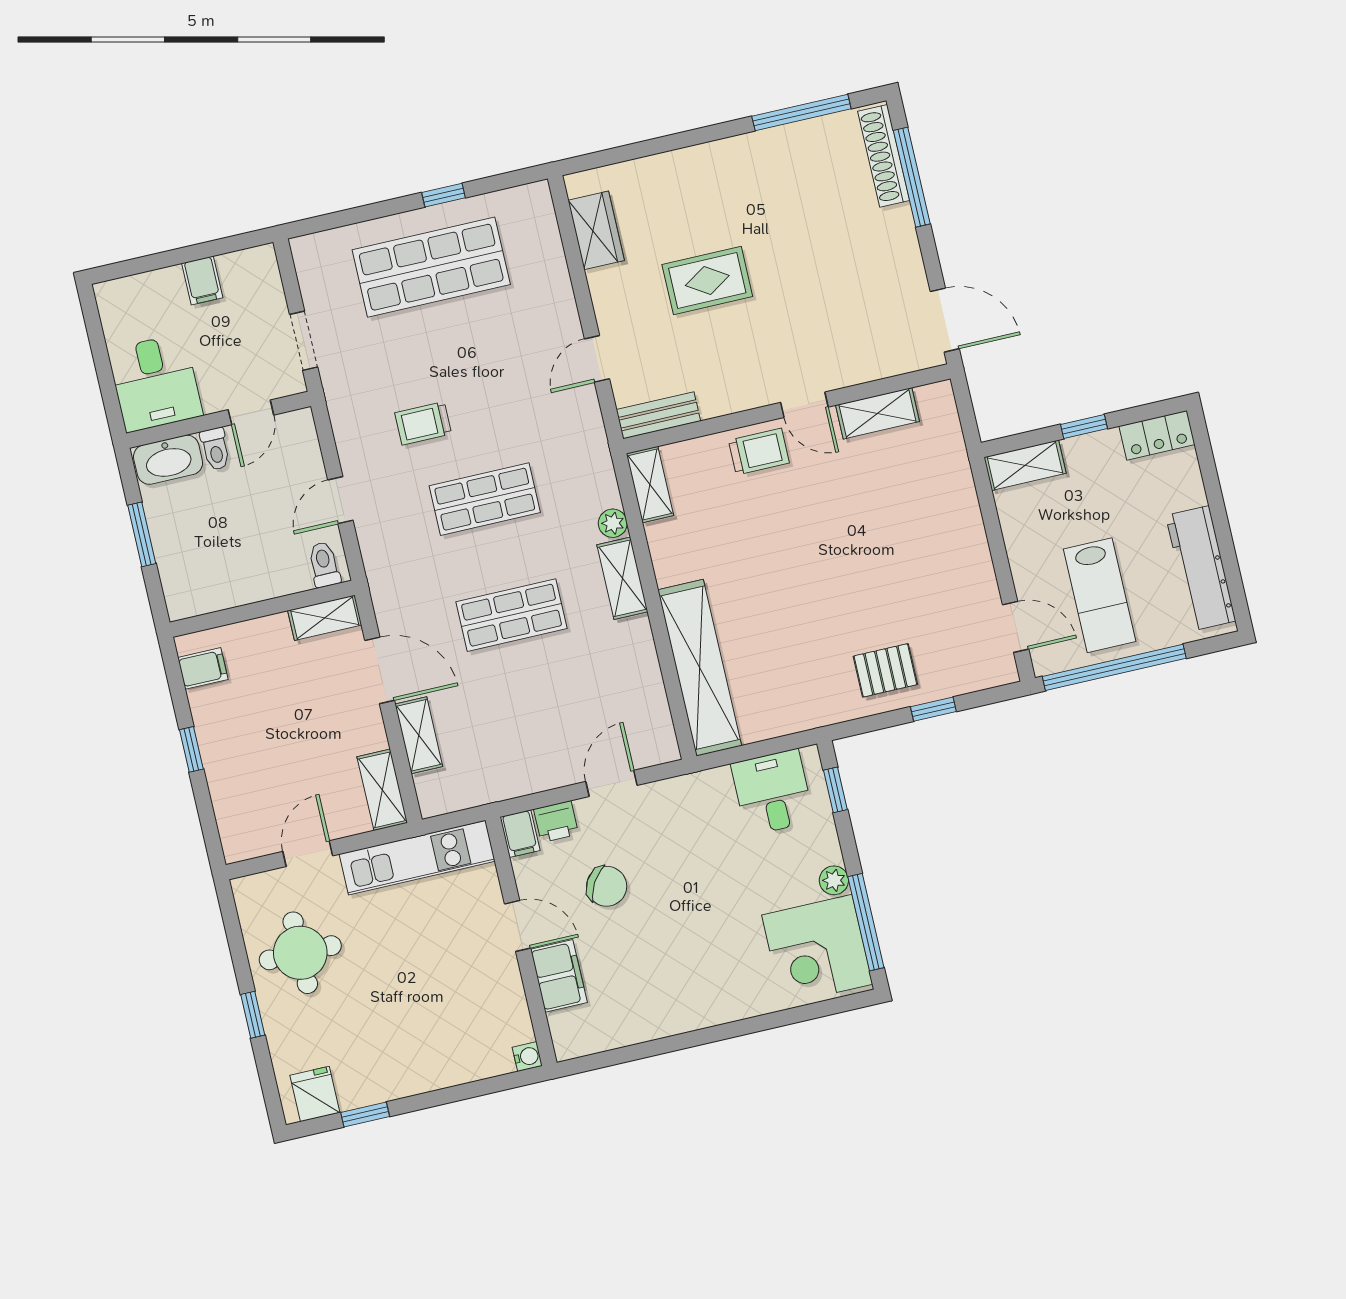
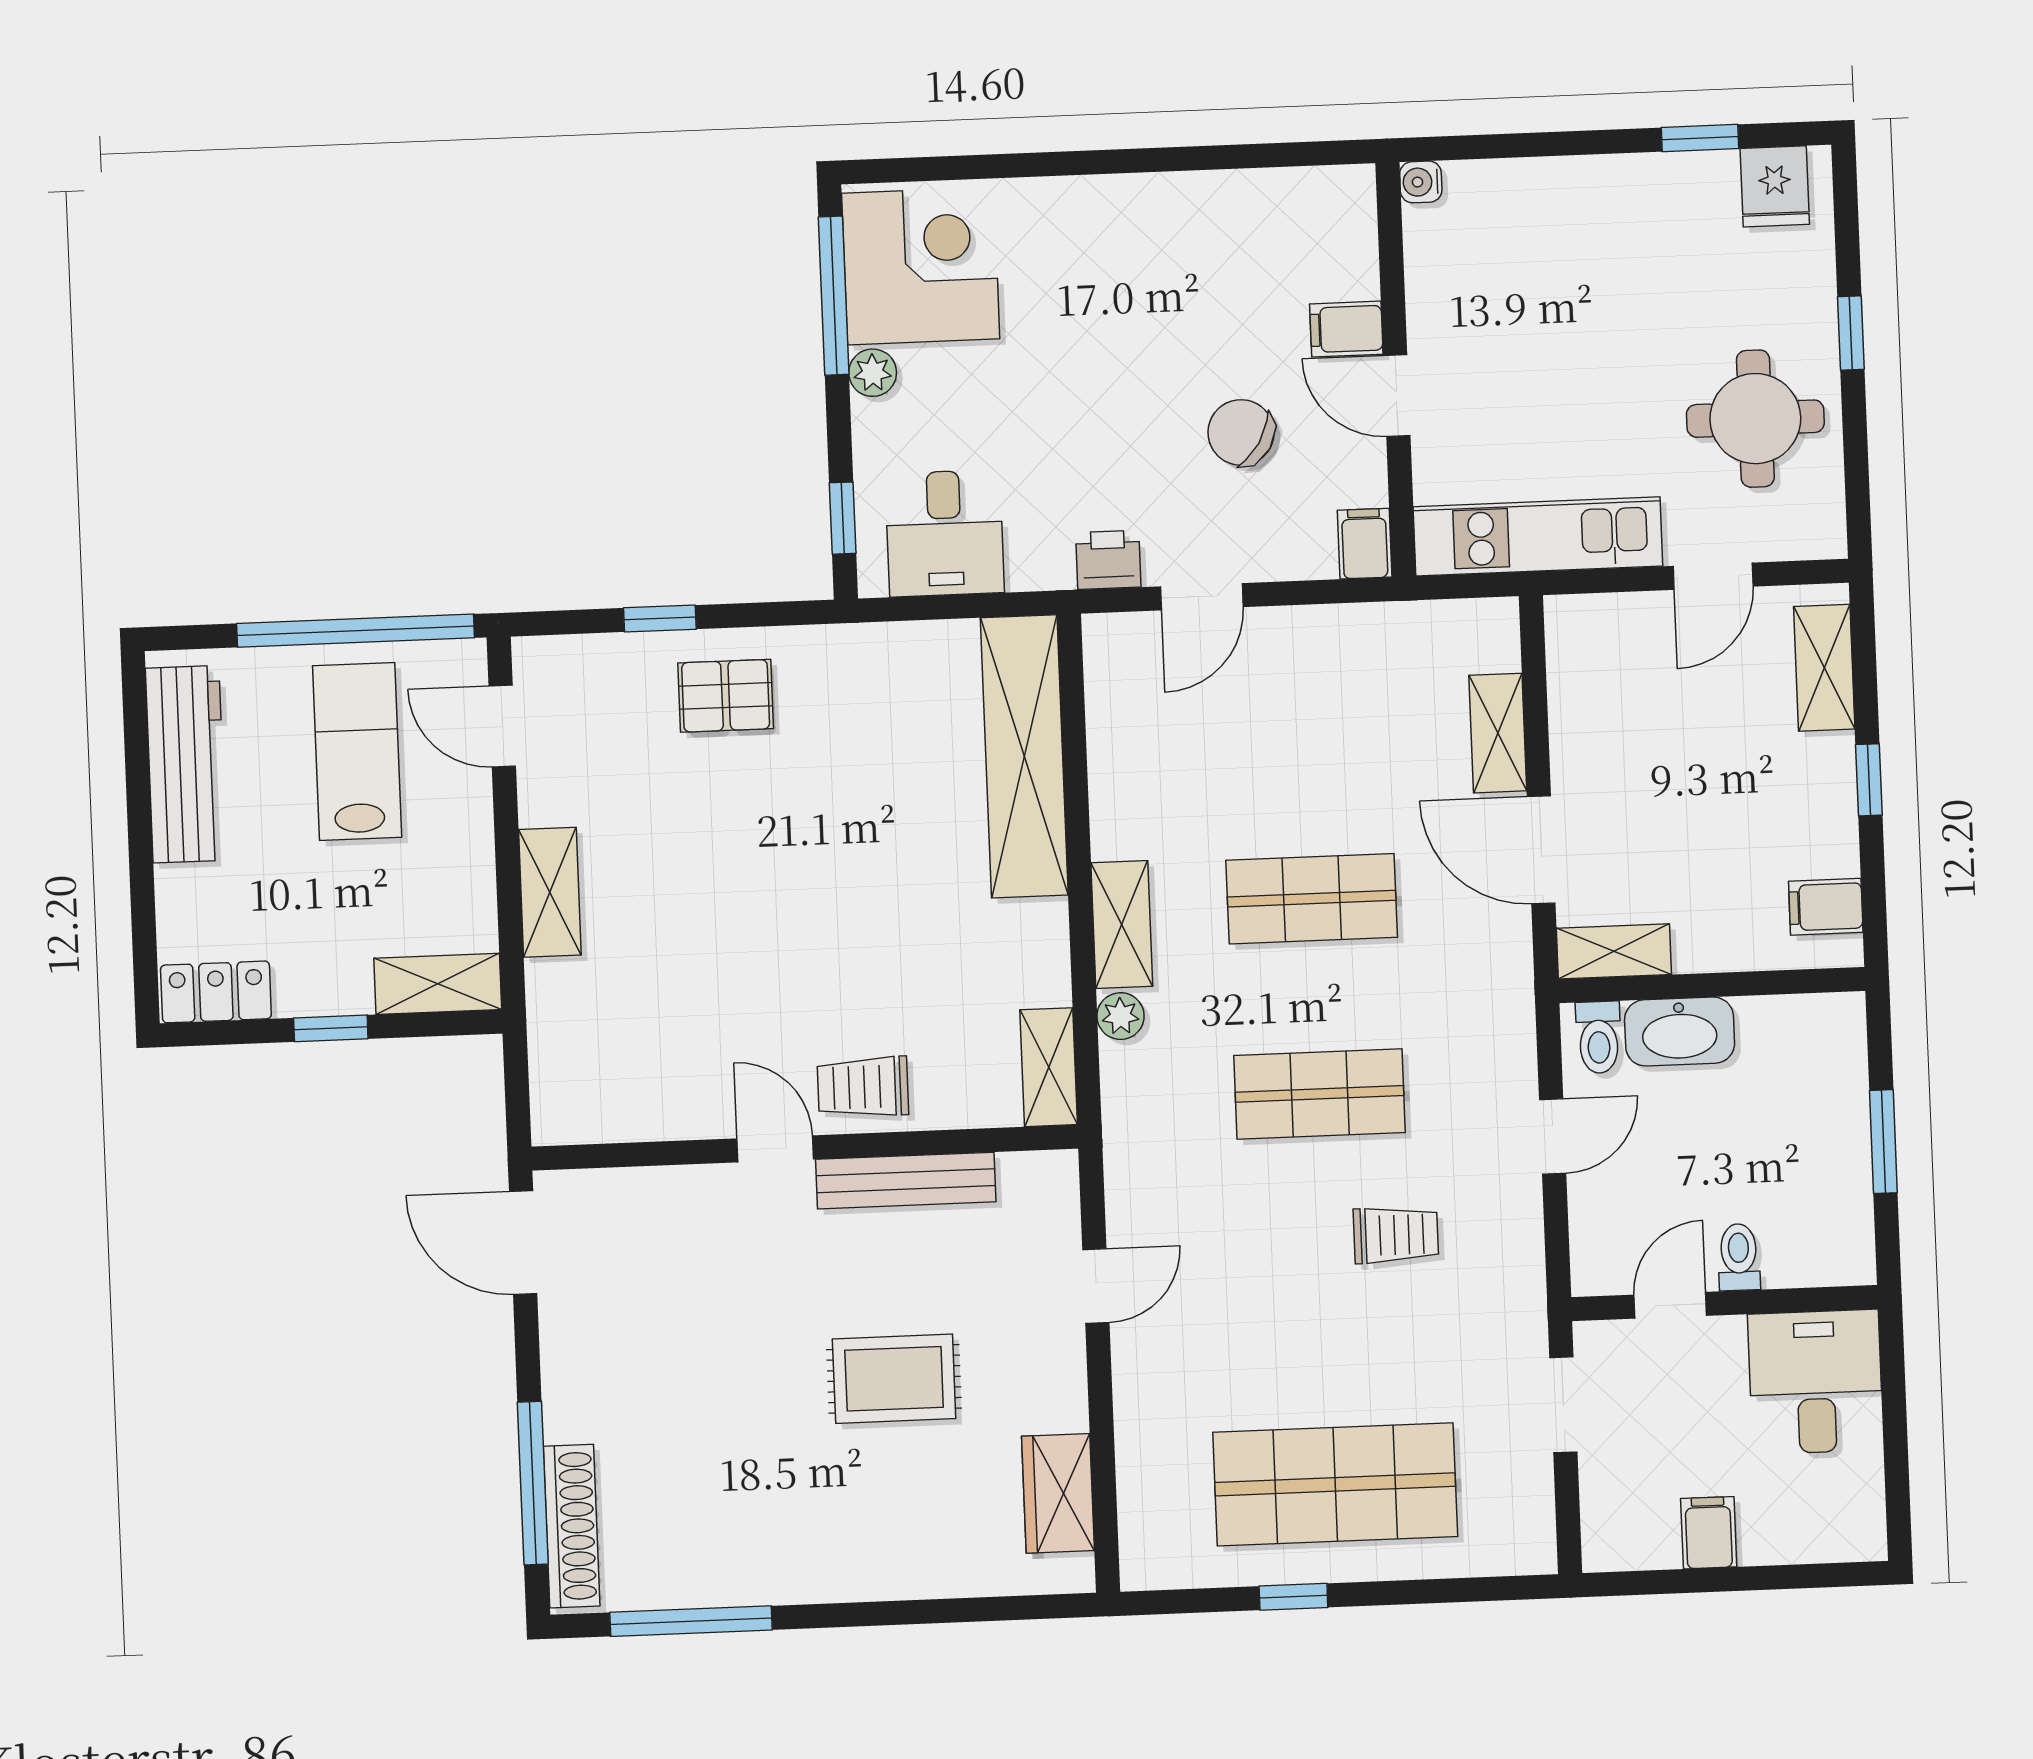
shelving: (878, 413) -> (550, 892), moved, turned 90
bench: (658, 415) -> (906, 1181), moved, width x1.36
washbasin: (168, 460) -> (1680, 1032), moved, turned 180
shelving: (382, 790) -> (1824, 668), moved
printer: (556, 822) -> (1108, 560), moved
filing cabinet: (559, 976) -> (1346, 329), width x0.50

